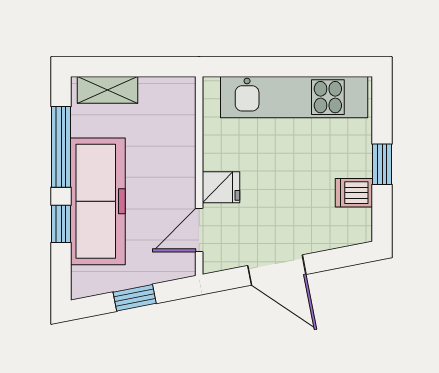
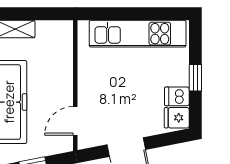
fridge: (221, 187) -> (177, 118), moved, turned 180

